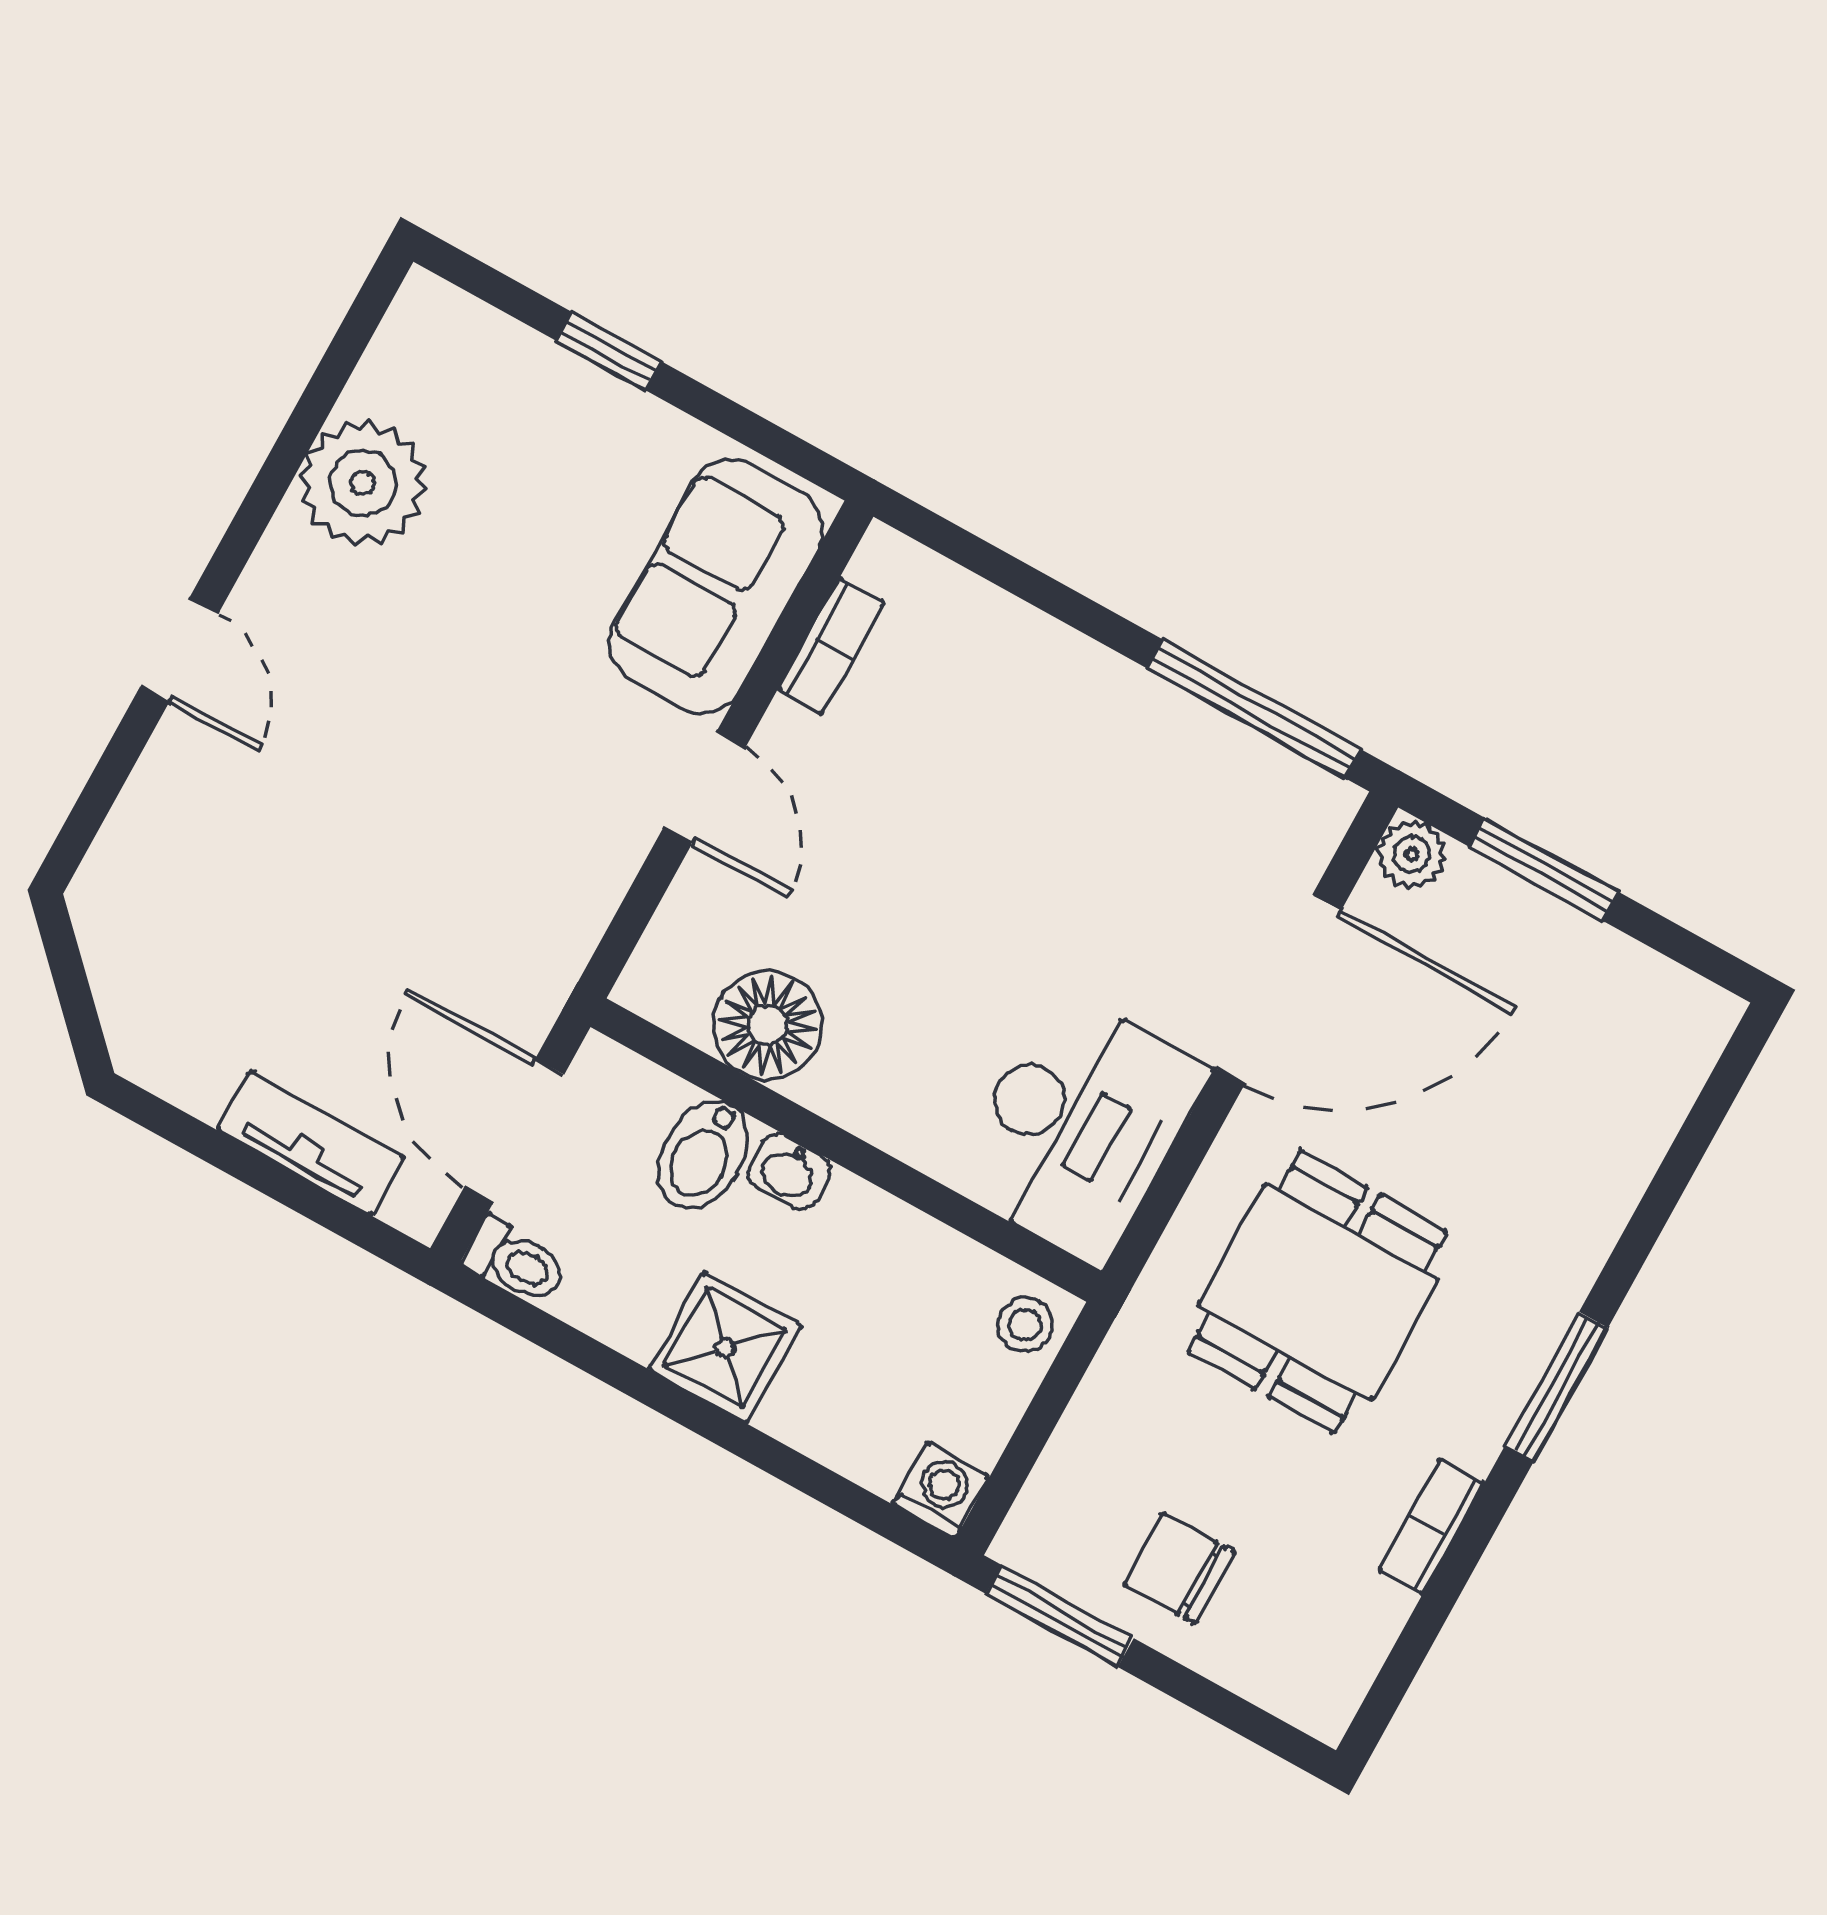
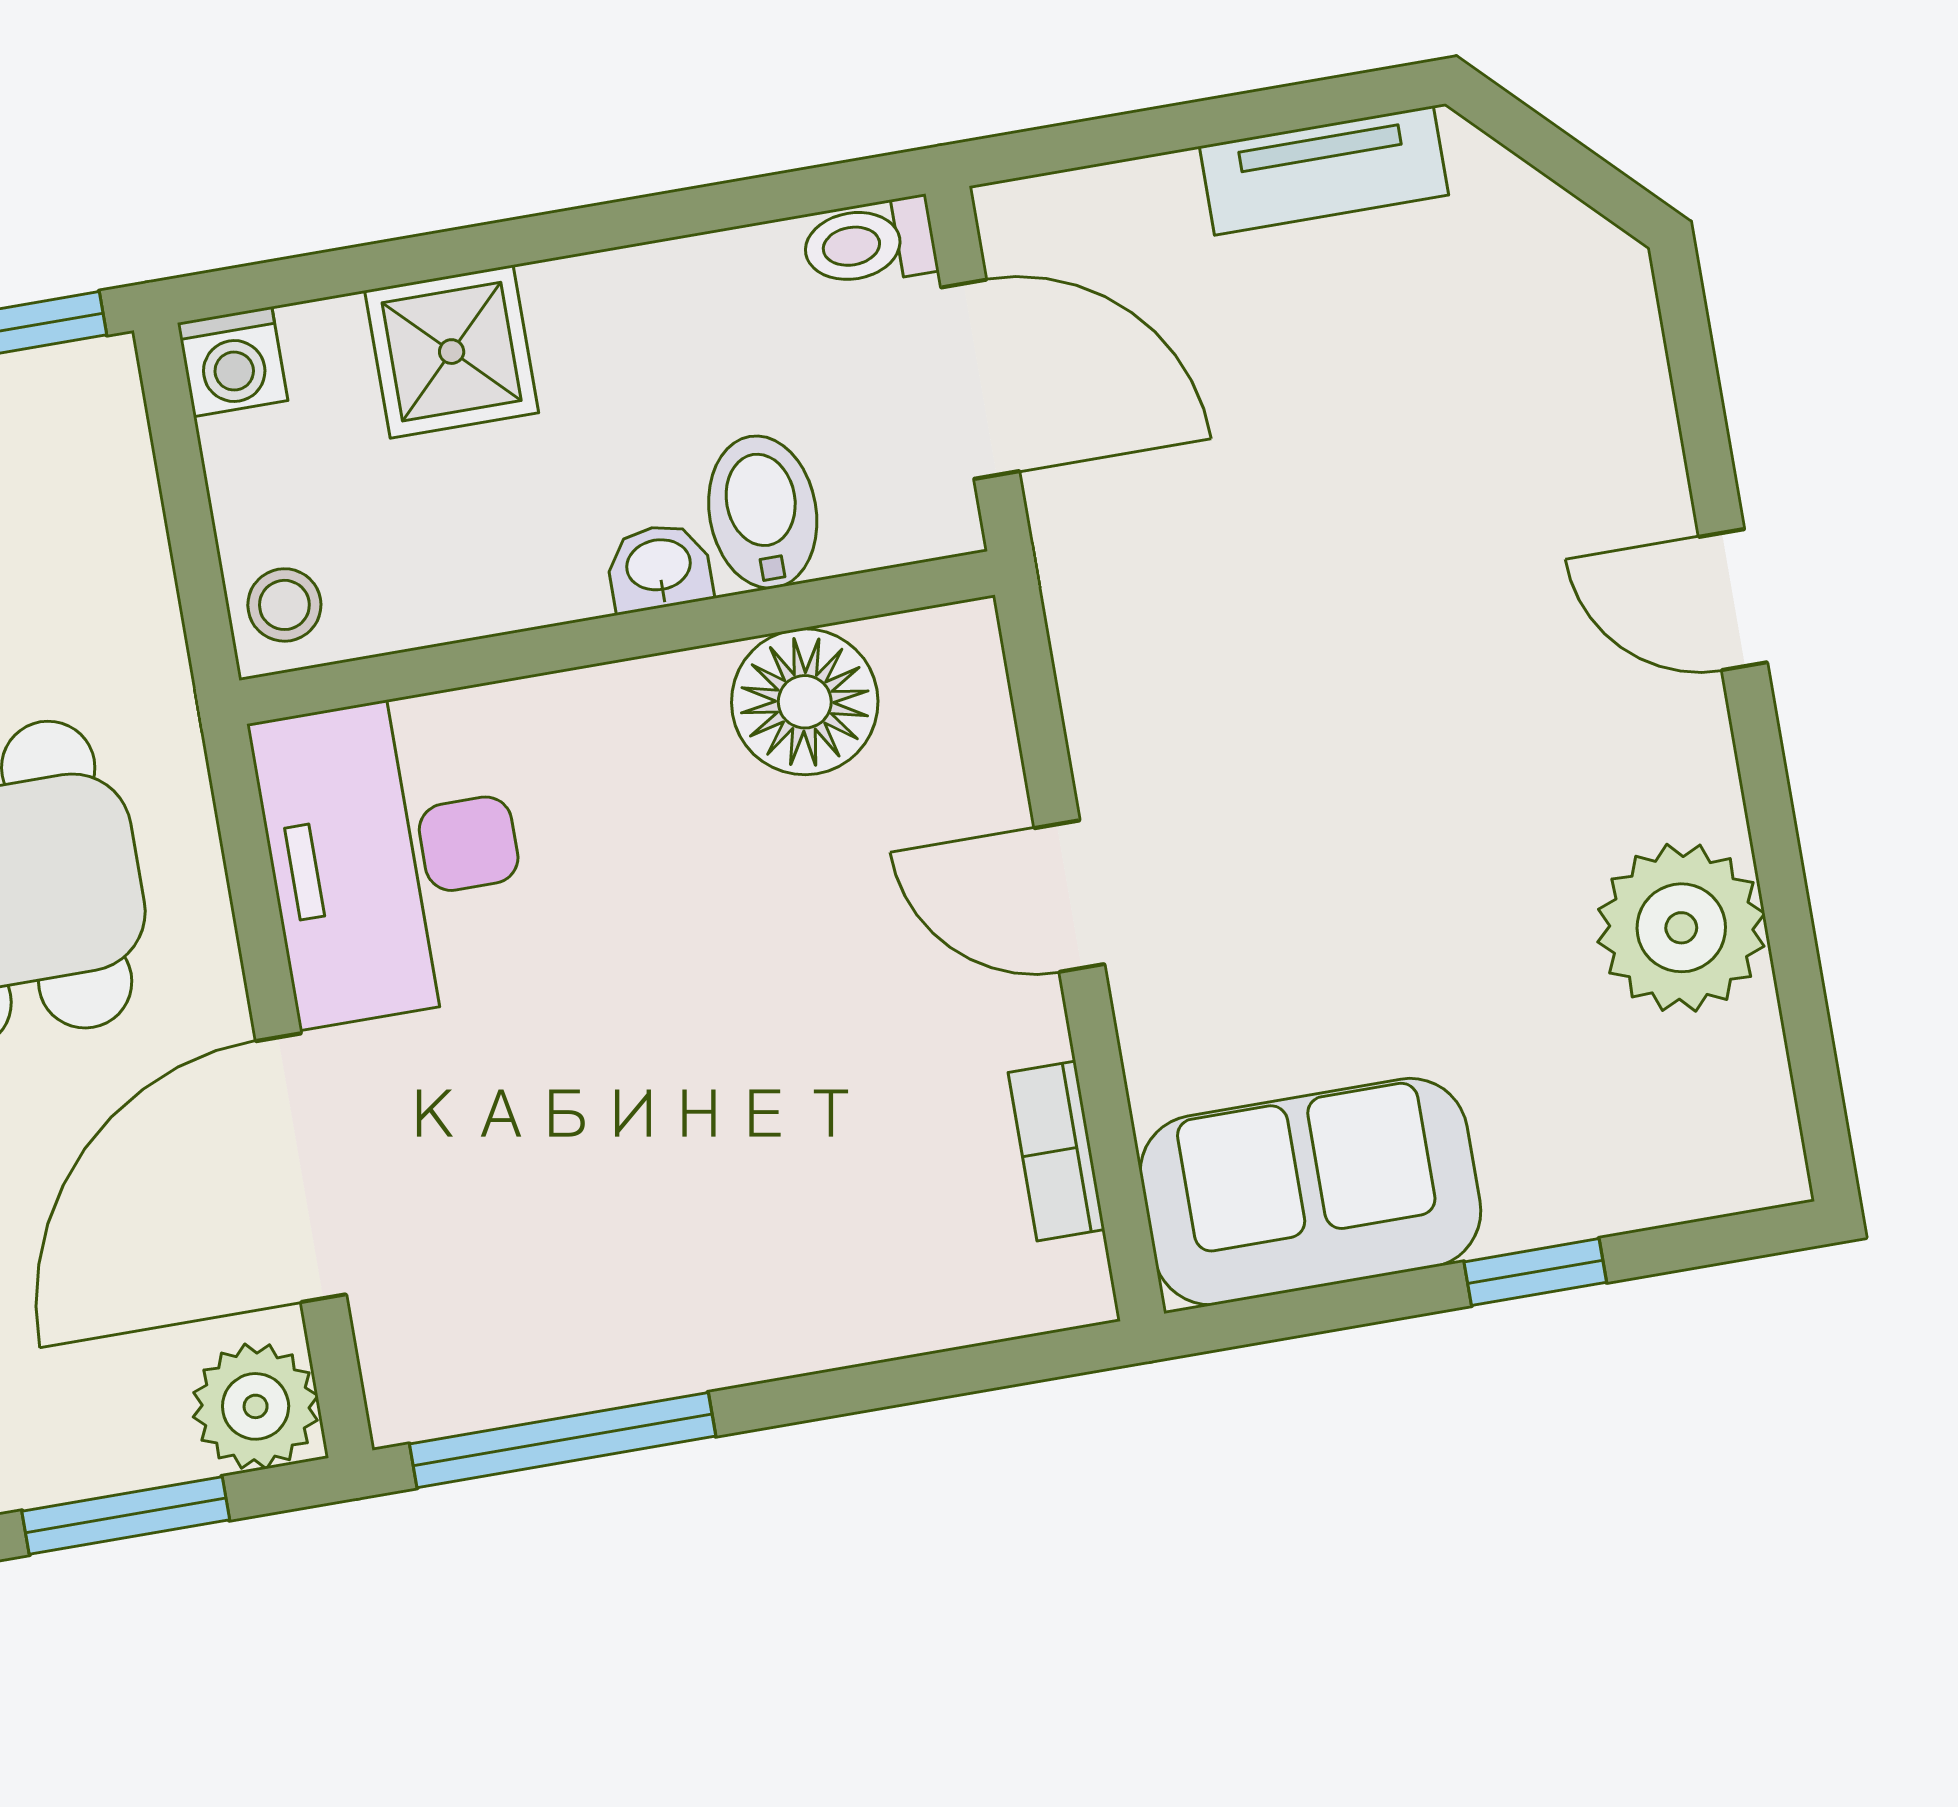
sofa: (716, 586) -> (1310, 1192), moved, turned -90
plant: (1412, 854) -> (256, 1406), width x1.38, depth x1.38
tv unit: (311, 1143) -> (1324, 171), moved
shower: (725, 1347) -> (452, 352), moved

